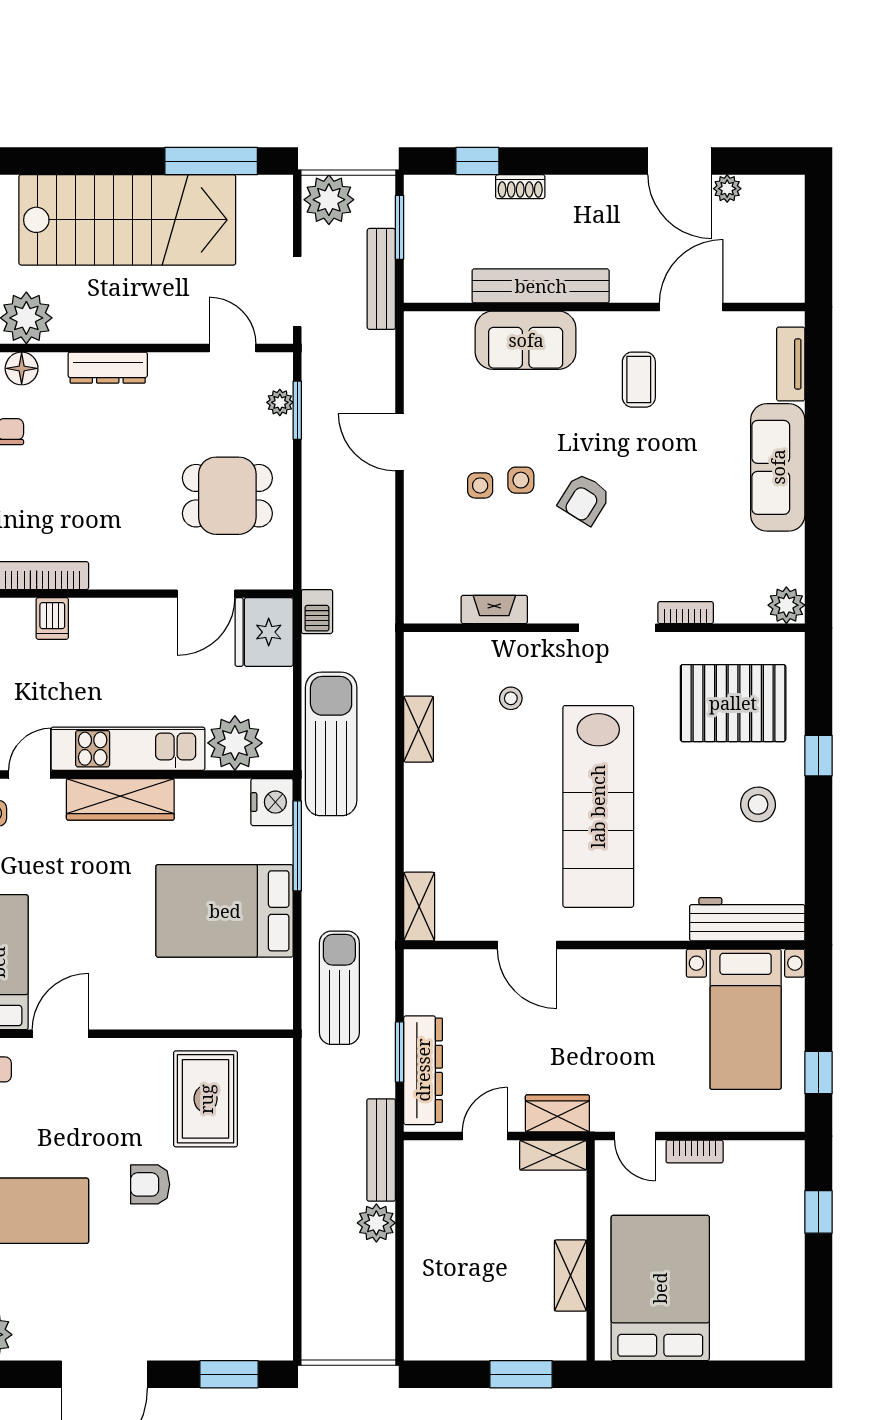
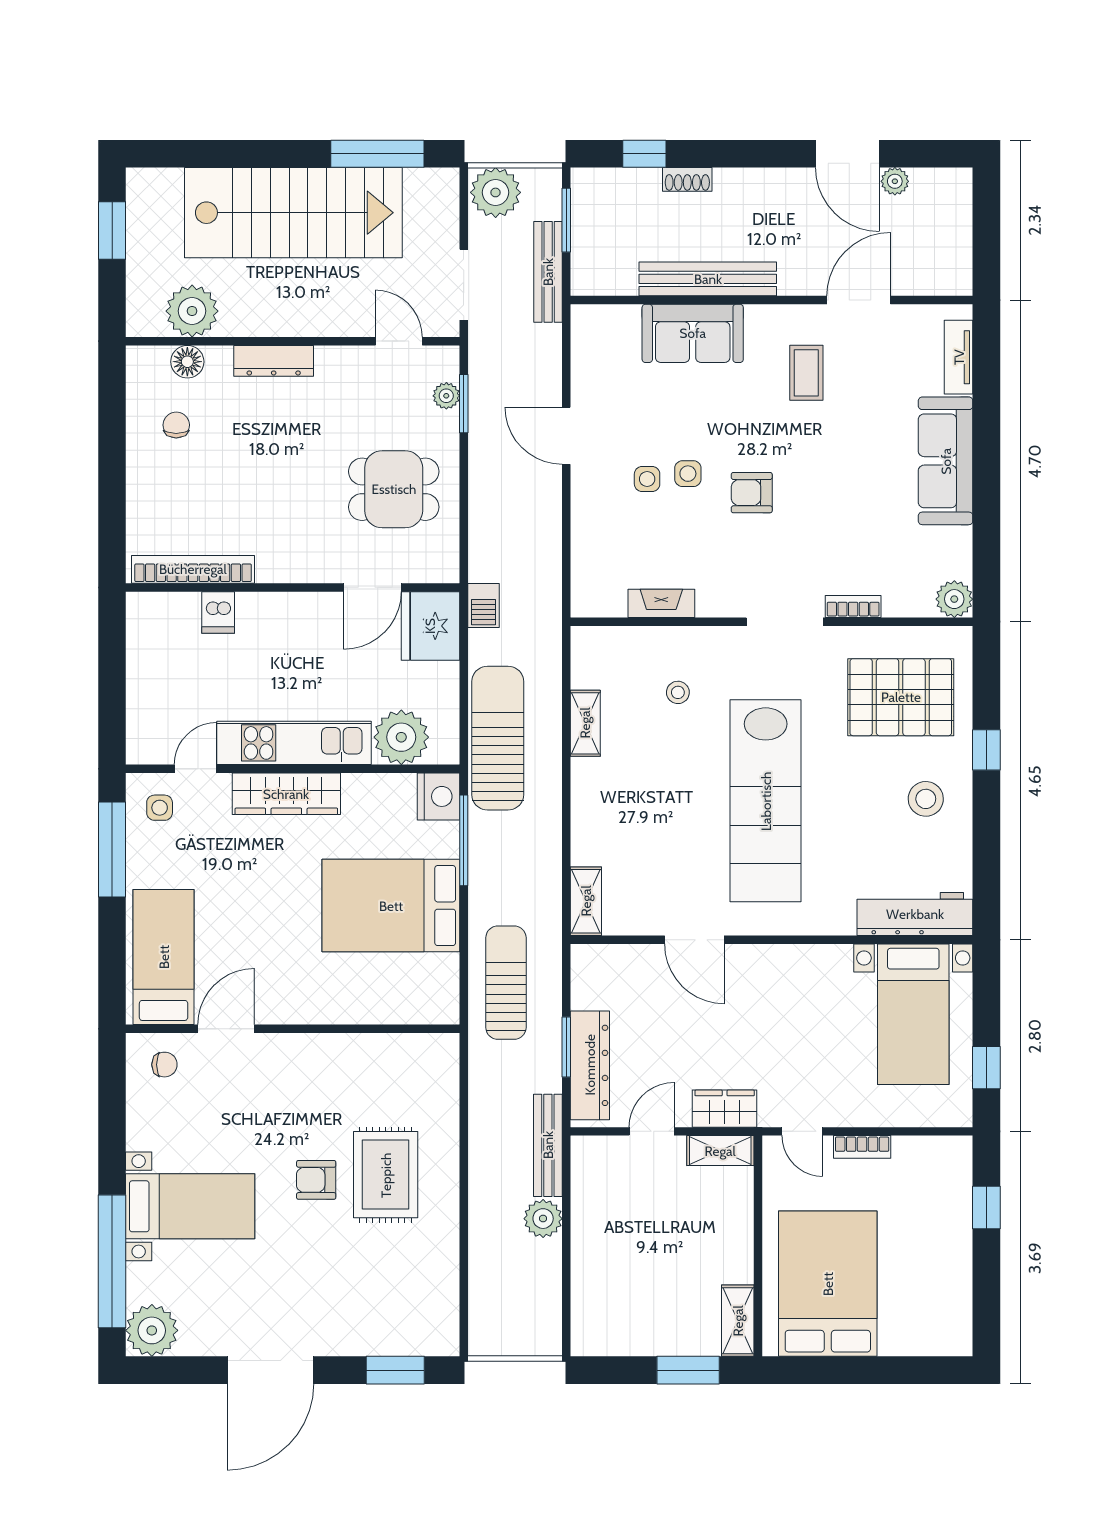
armchair: (584, 499) -> (752, 493), turned 58
rug: (206, 1099) -> (386, 1175), moved
shelving: (570, 1276) -> (738, 1321), moved

